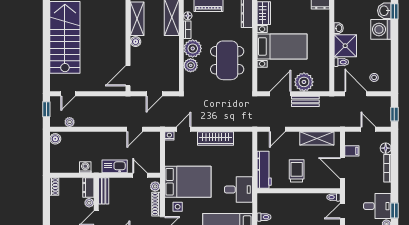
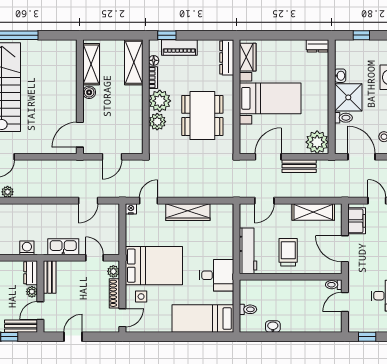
plant: (304, 82) -> (317, 142), moved
filing cabinet: (352, 151) -> (357, 221), width x2.00

